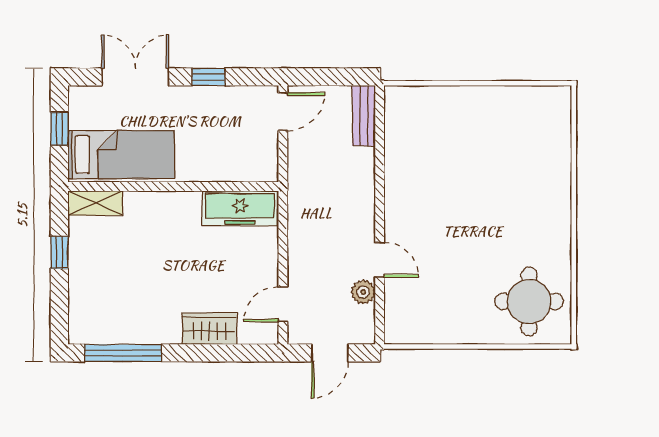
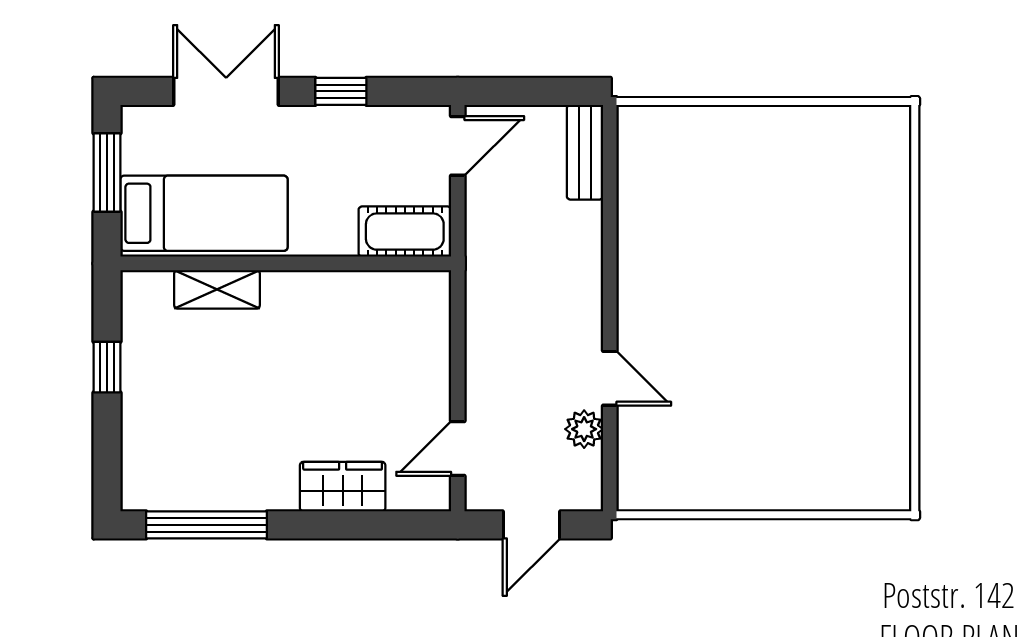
window: (59, 129) -> (107, 172), width x1.50
cot: (249, 166) -> (405, 232), added
shelving: (95, 203) -> (217, 289), moved
freezer: (240, 208) -> (391, 298), removed
round table: (529, 302) -> (844, 444), removed

